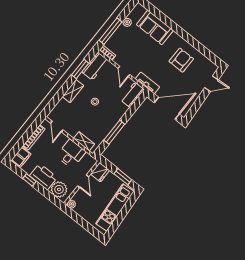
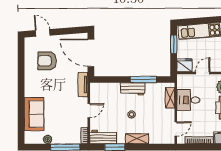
armchair: (181, 60) -> (47, 61), moved
workbench: (132, 95) -> (133, 89), moved

